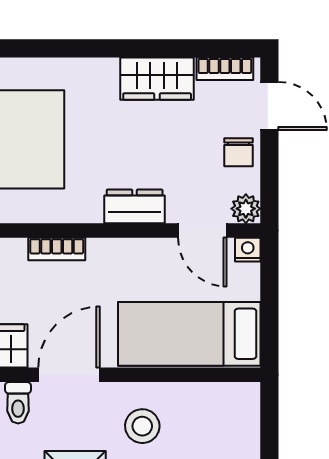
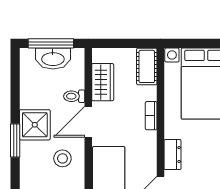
door: (69, 375) -> (88, 122), swing flipped

